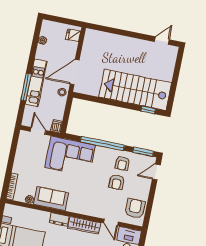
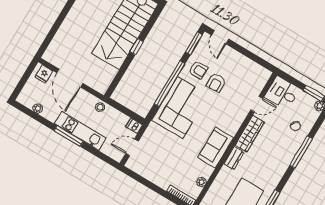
door: (75, 72) -> (70, 78), moved
window: (26, 87) -> (69, 136), moved
window: (148, 110) -> (137, 47), moved
corner sofa: (70, 156) -> (180, 108), moved
armchair: (117, 182) -> (216, 83), turned 89
sofa: (51, 199) -> (215, 148), moved
armchair: (135, 208) -> (251, 73), removed

